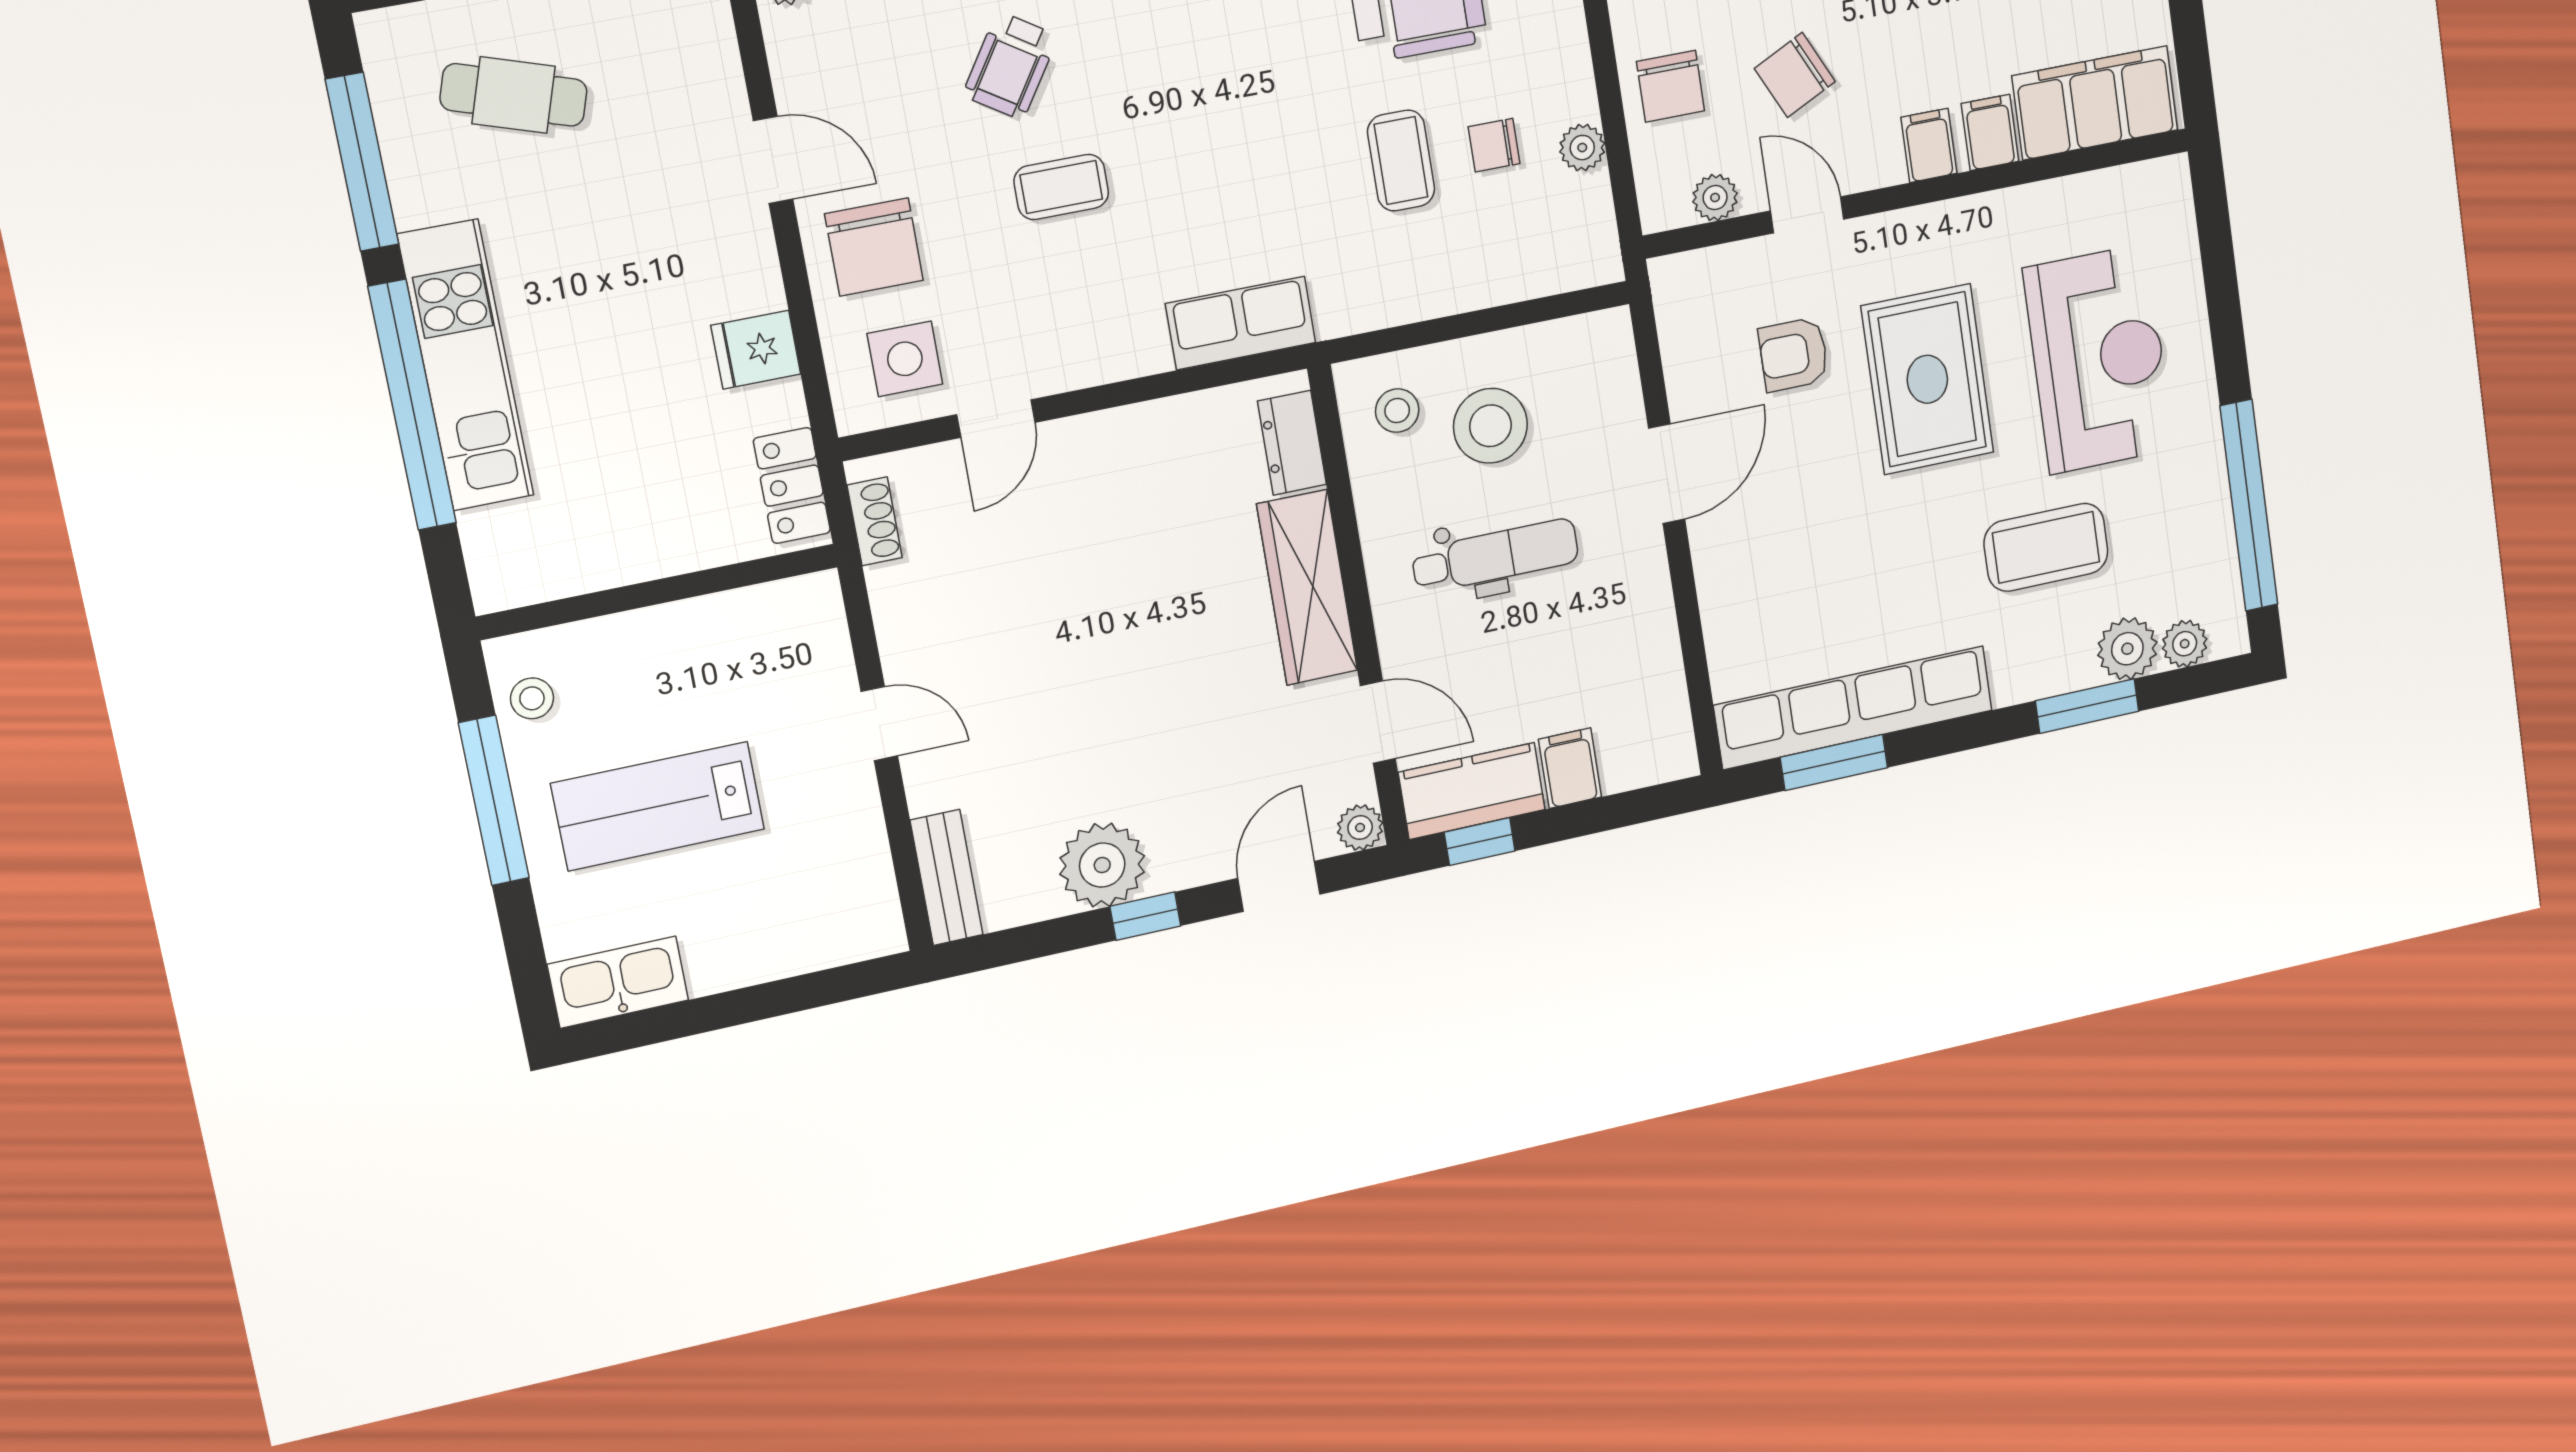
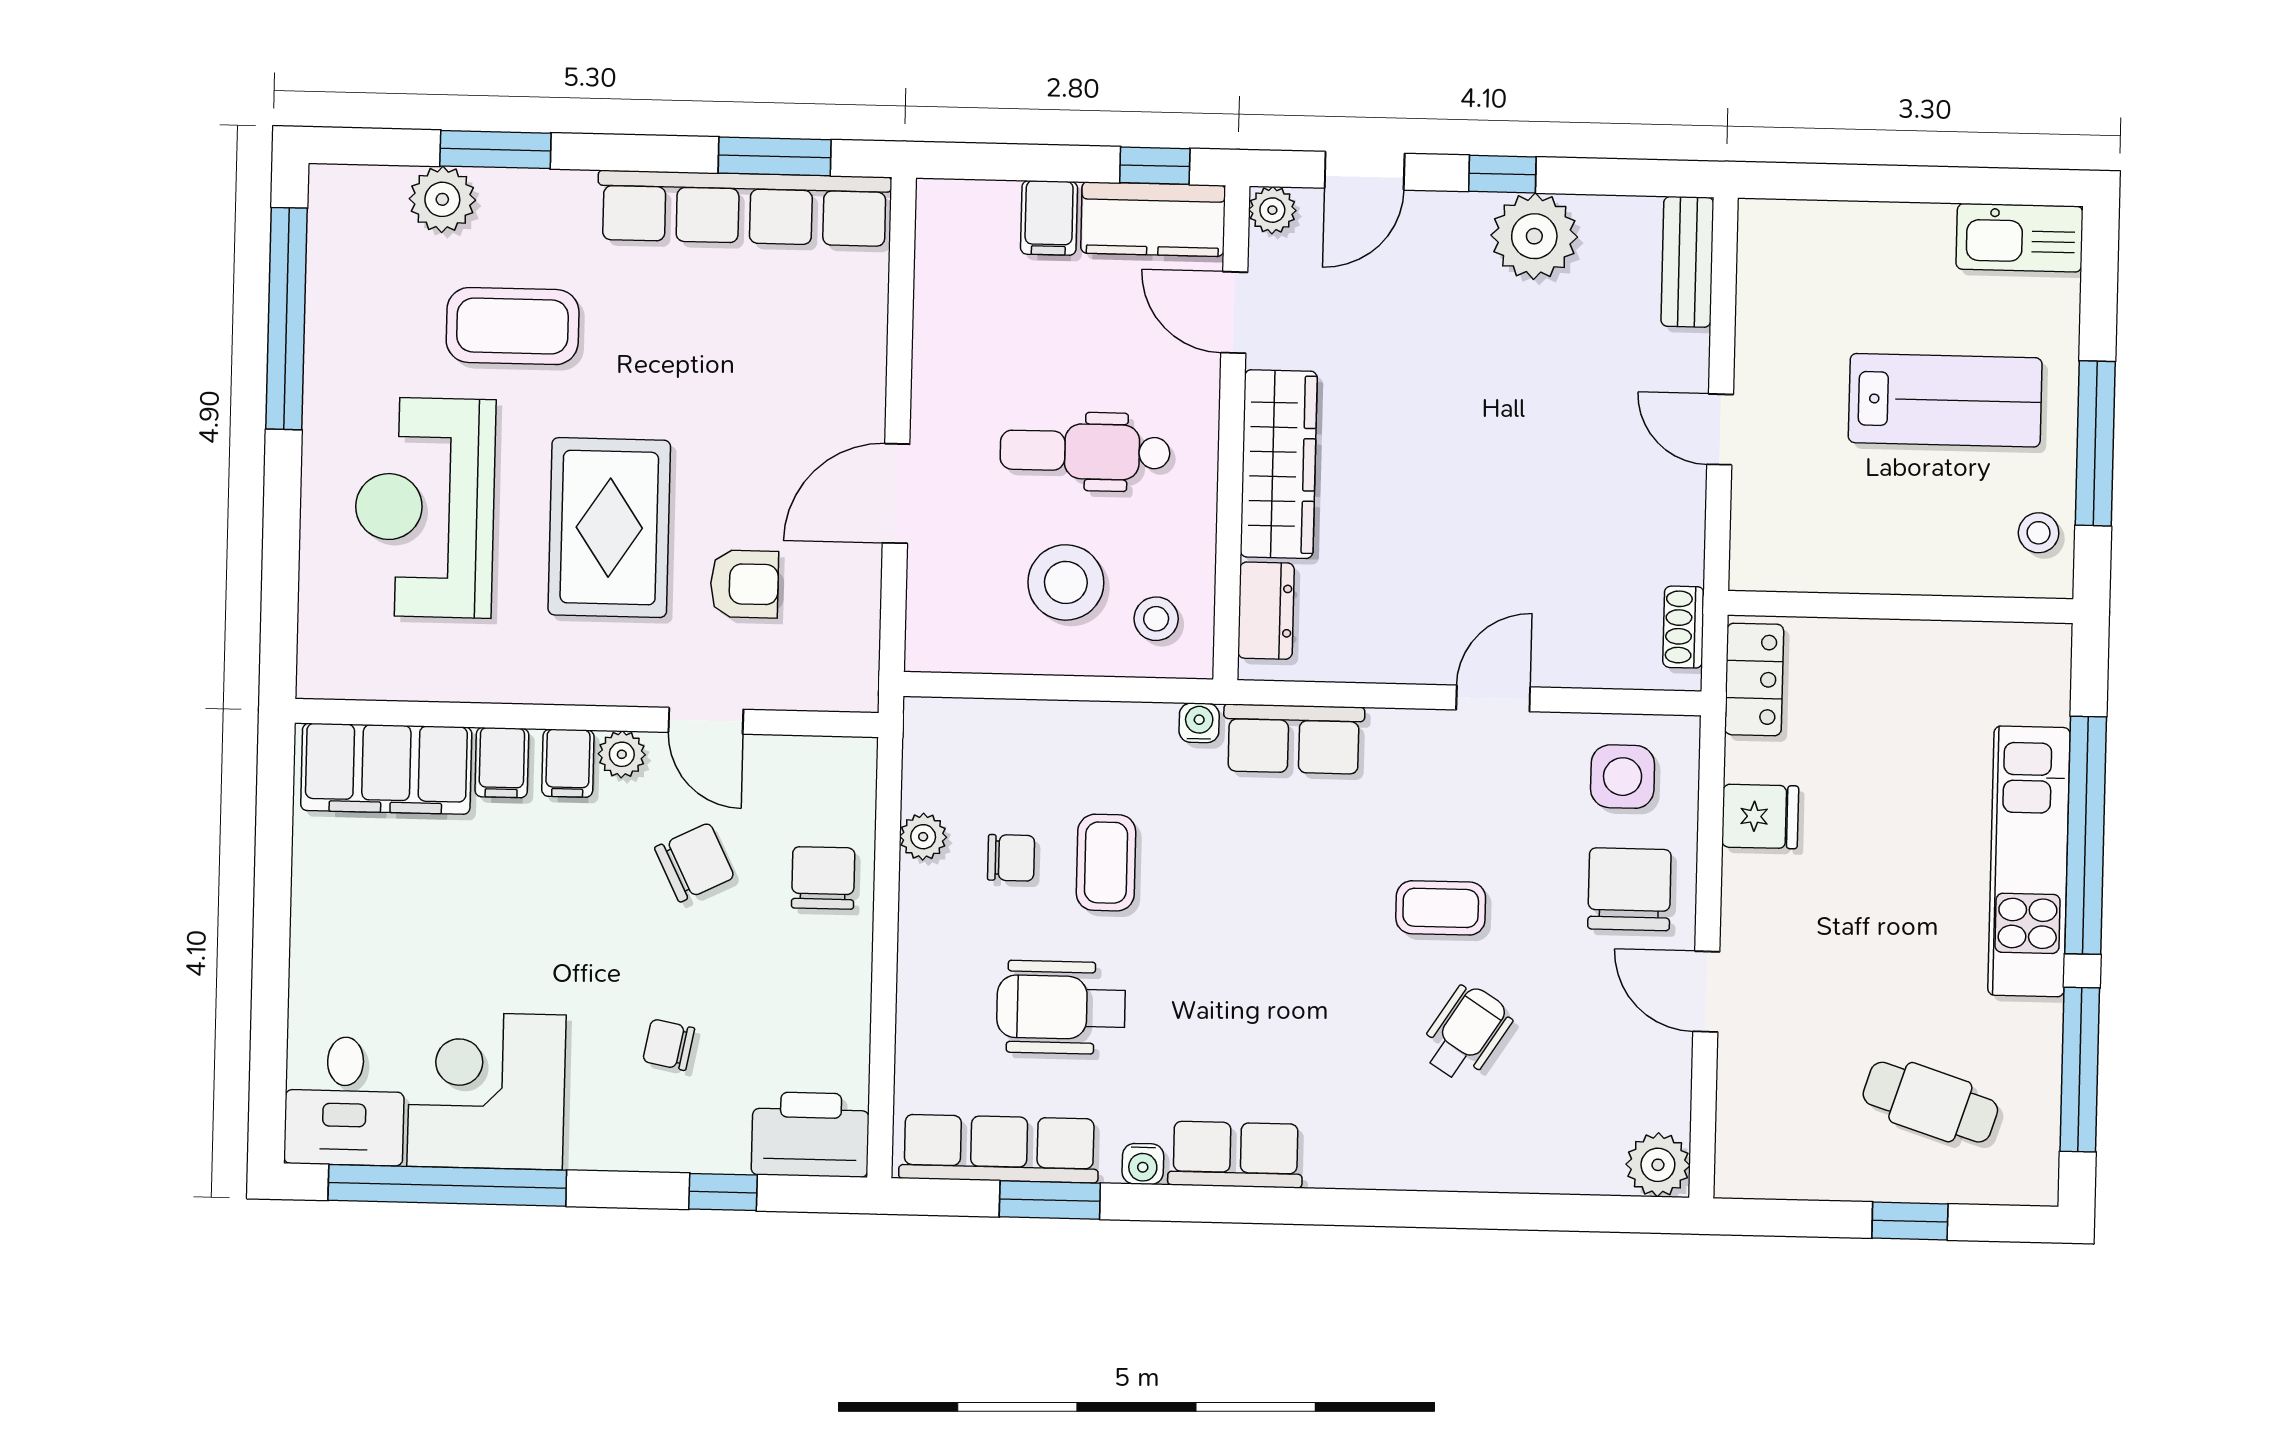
plant: (1715, 198) -> (622, 754), moved
water cooler: (1336, 318) -> (1199, 723), added
door: (996, 419) -> (1493, 698), moved
plant: (2185, 644) -> (379, 190), removed

